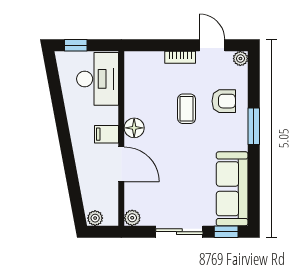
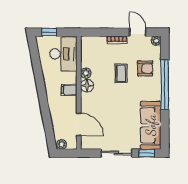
window: (254, 126) -> (165, 85), width x2.11
door: (121, 164) -> (79, 124), moved
plant: (132, 218) -> (86, 73), moved

